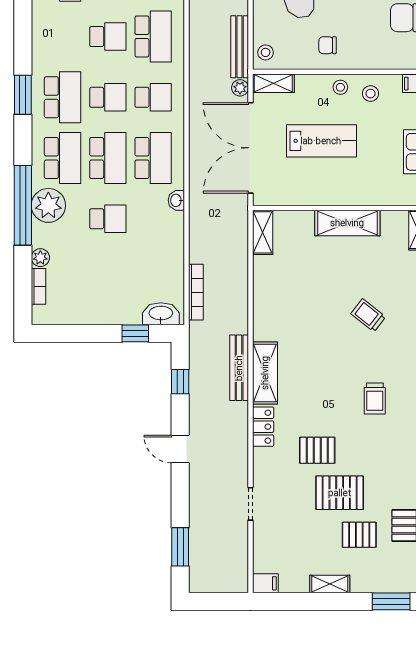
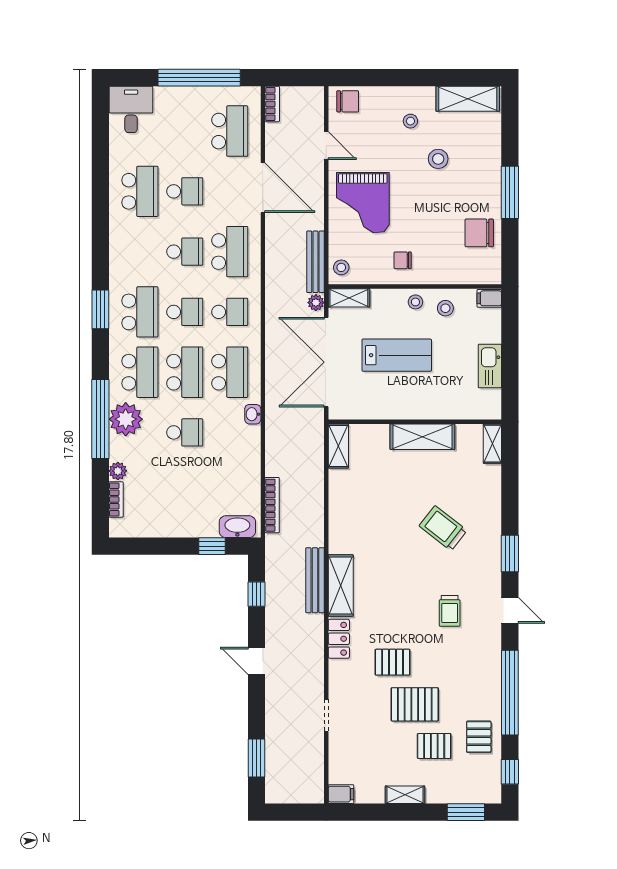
trolley: (368, 315) -> (443, 528), width x1.36, depth x1.39

